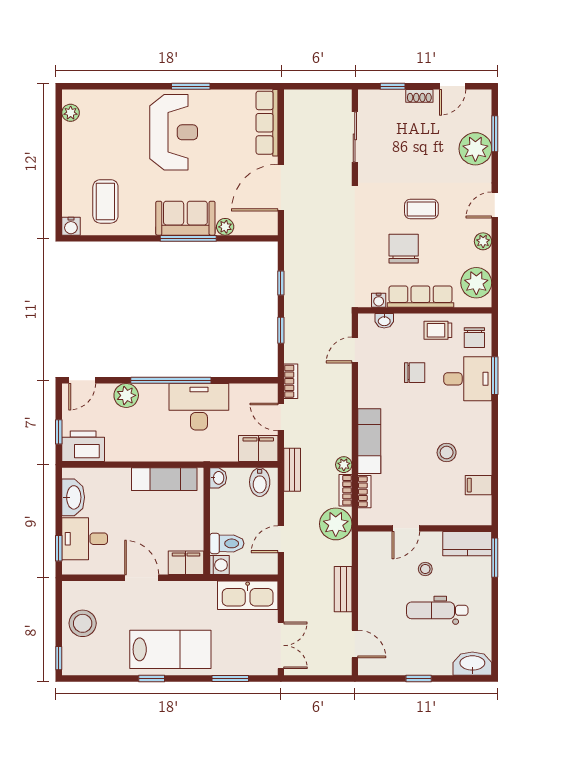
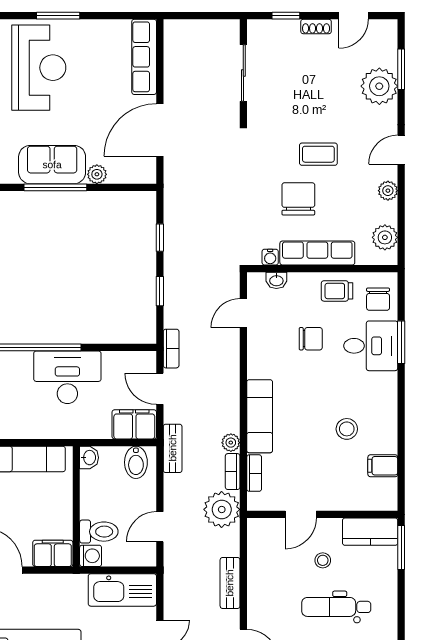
plant: (476, 283) -> (385, 237), width x0.73, depth x0.73

